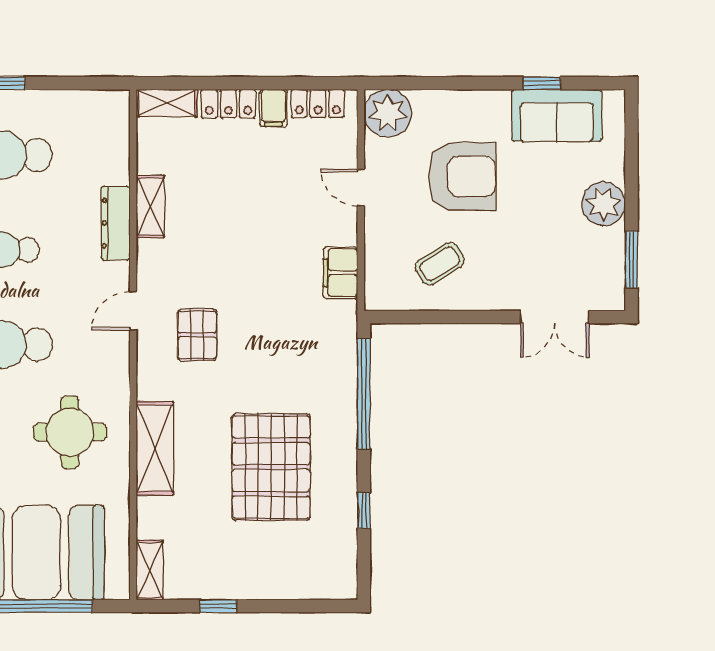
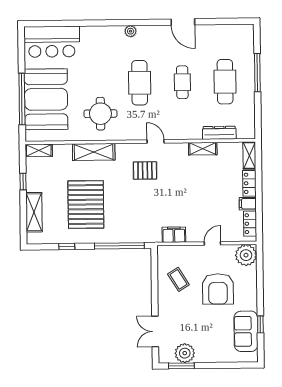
plant: (603, 204) -> (185, 353), moved
dresser: (116, 223) -> (219, 133), moved
pallet: (271, 467) -> (86, 205), turned 90
shelving: (287, 582) -> (34, 212), added

